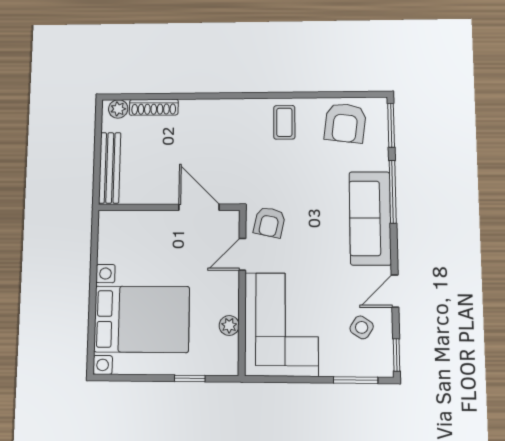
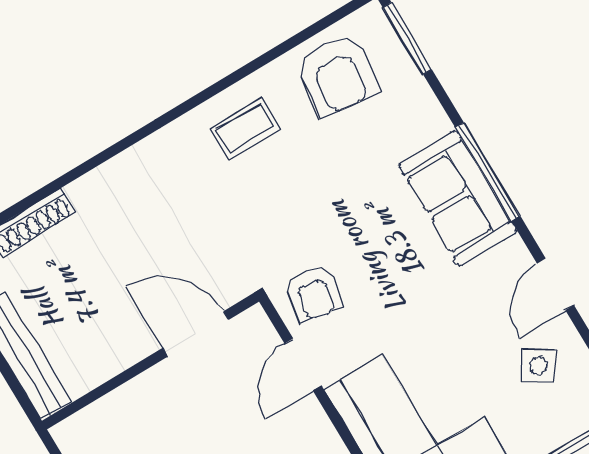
coffee table: (284, 122) -> (245, 128), turned 90
window: (393, 192) -> (488, 172), moved
sofa: (370, 218) -> (458, 198), width x0.73

